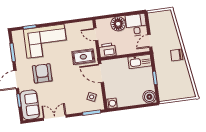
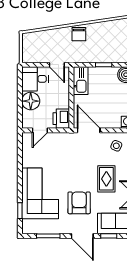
rug: (83, 57) -> (106, 179), moved
armchair: (42, 73) -> (79, 203), turned 90
door: (101, 73) -> (89, 130), swing flipped

